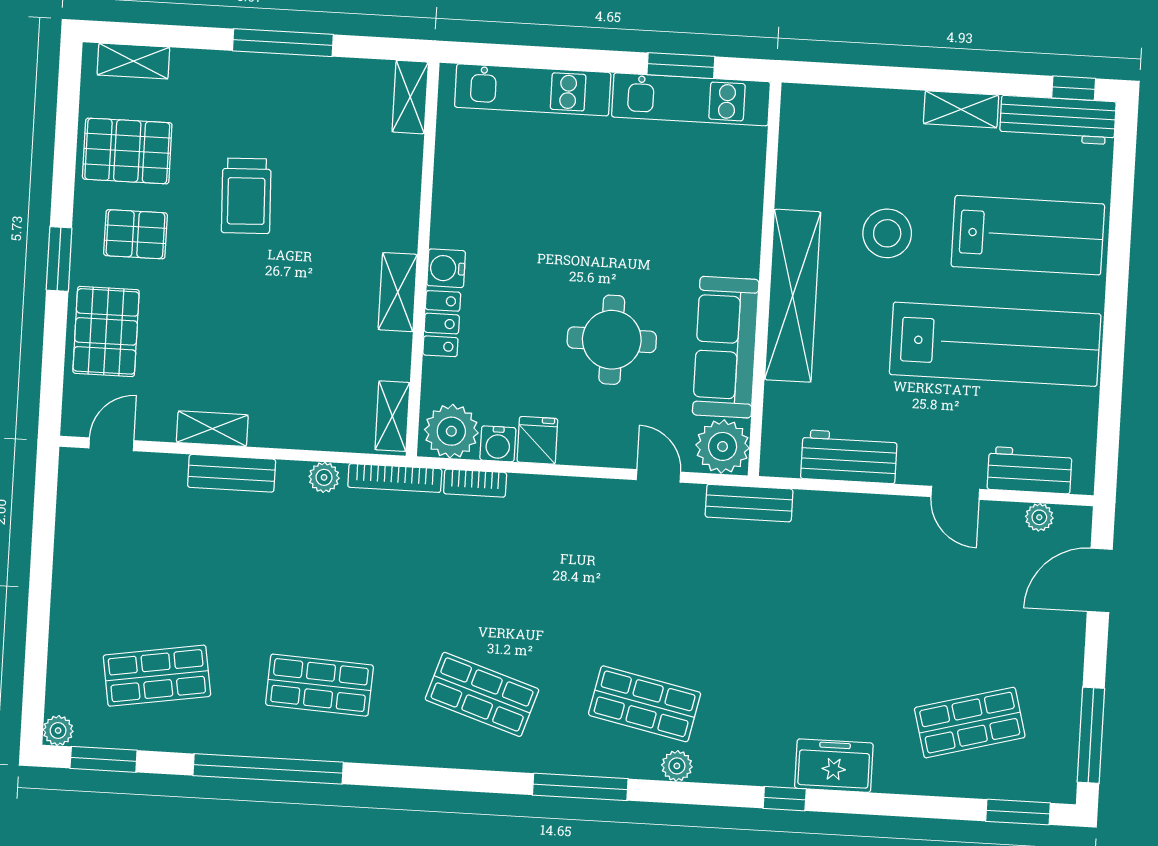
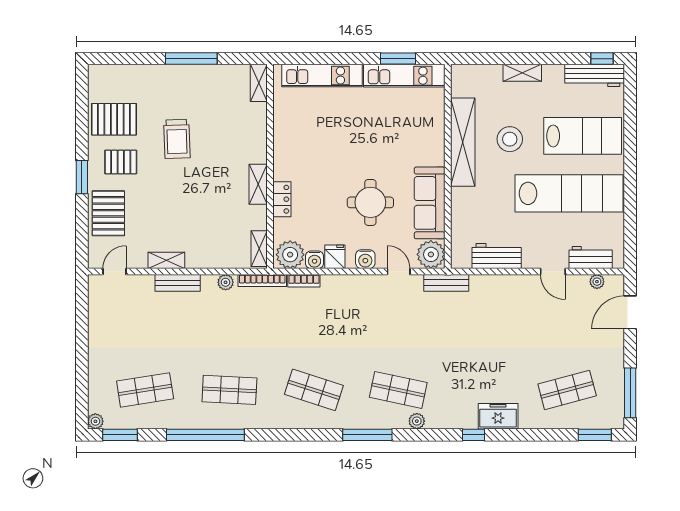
shelving: (133, 61) -> (114, 73), removed
shelving: (961, 109) -> (522, 73), moved
water cooler: (446, 268) -> (365, 259), moved, turned -90
shelving: (793, 296) -> (463, 142), moved

